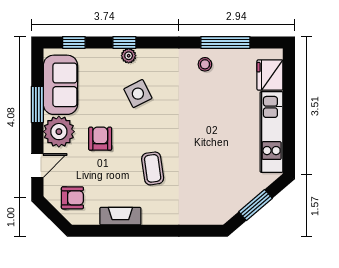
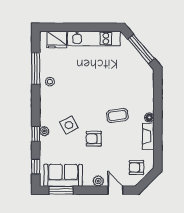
window: (37, 104) -> (61, 190), moved
plant: (59, 132) -> (98, 181), width x0.53, depth x0.53
armchair: (100, 139) -> (94, 139), moved
armchair: (72, 198) -> (136, 168), turned -90
window: (255, 205) -> (141, 49), width x1.44
floor lamp: (150, 218) -> (149, 117), added

